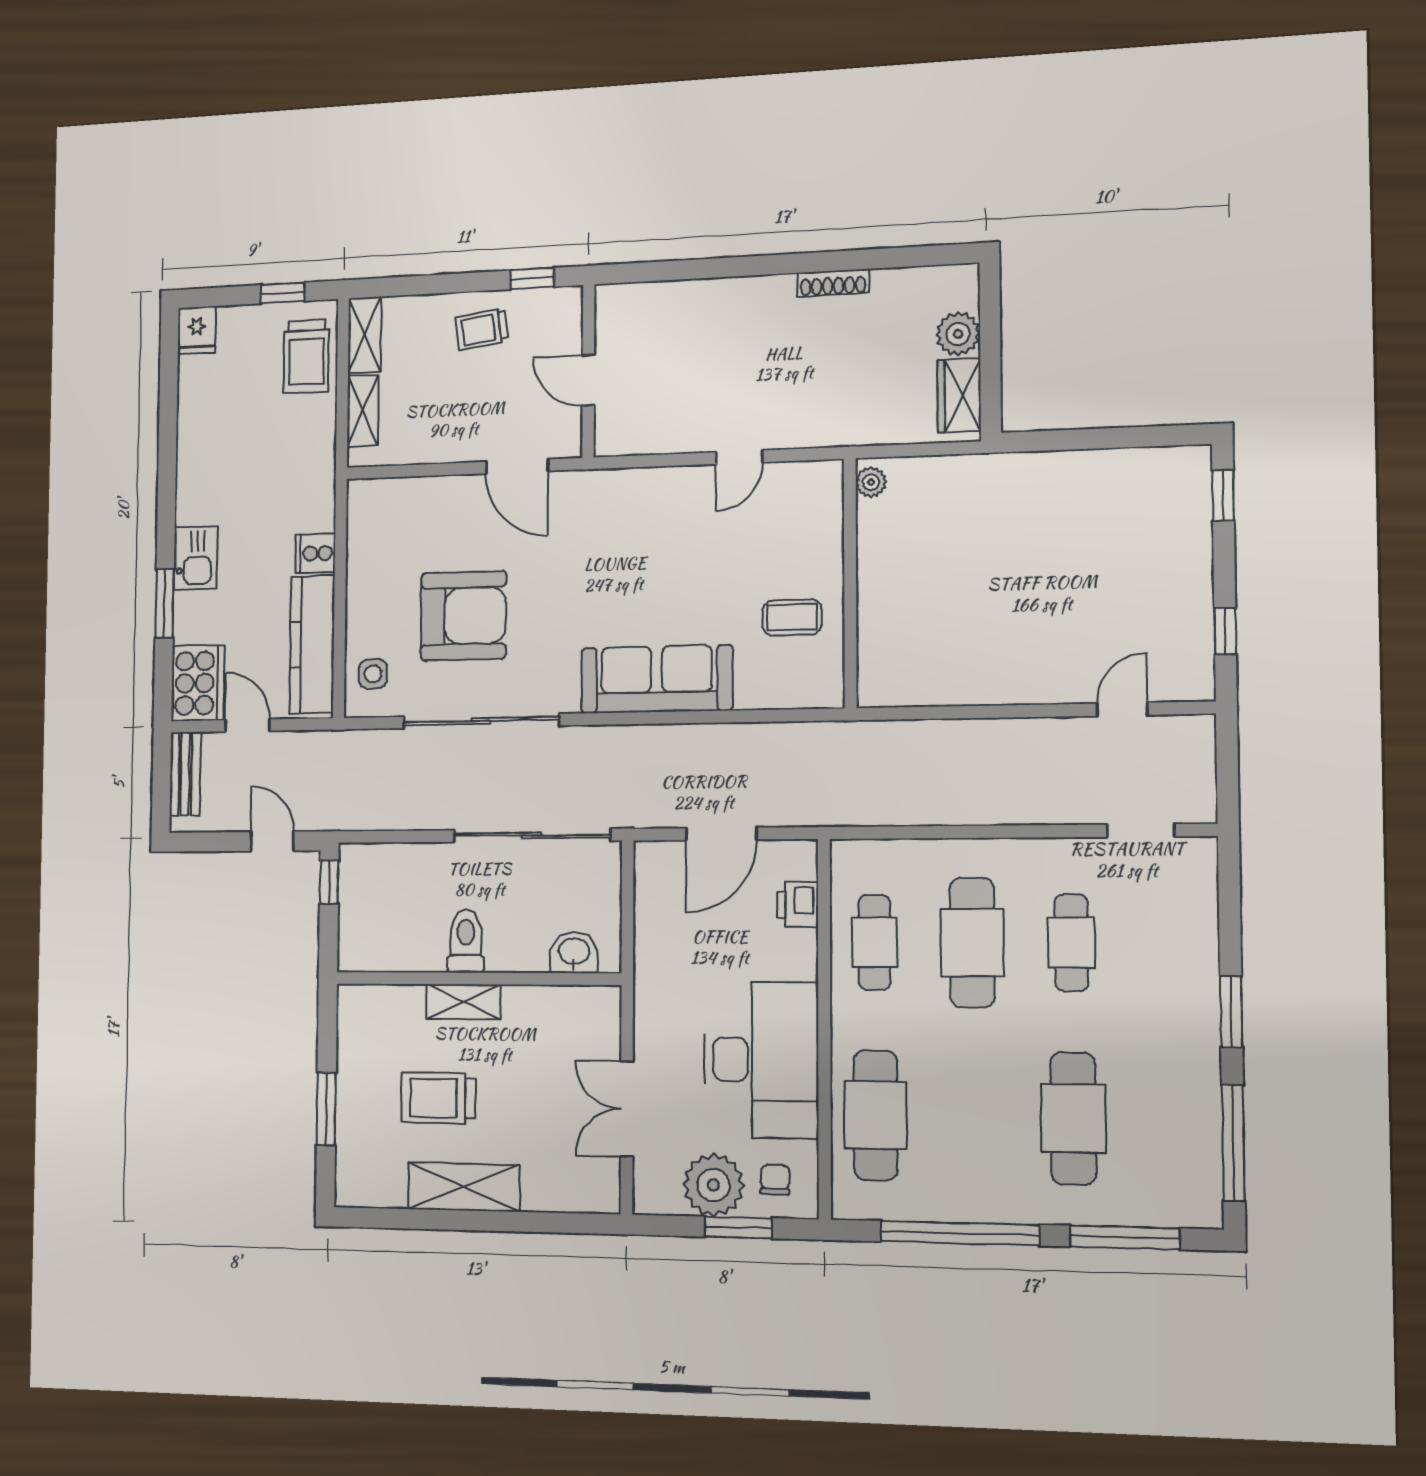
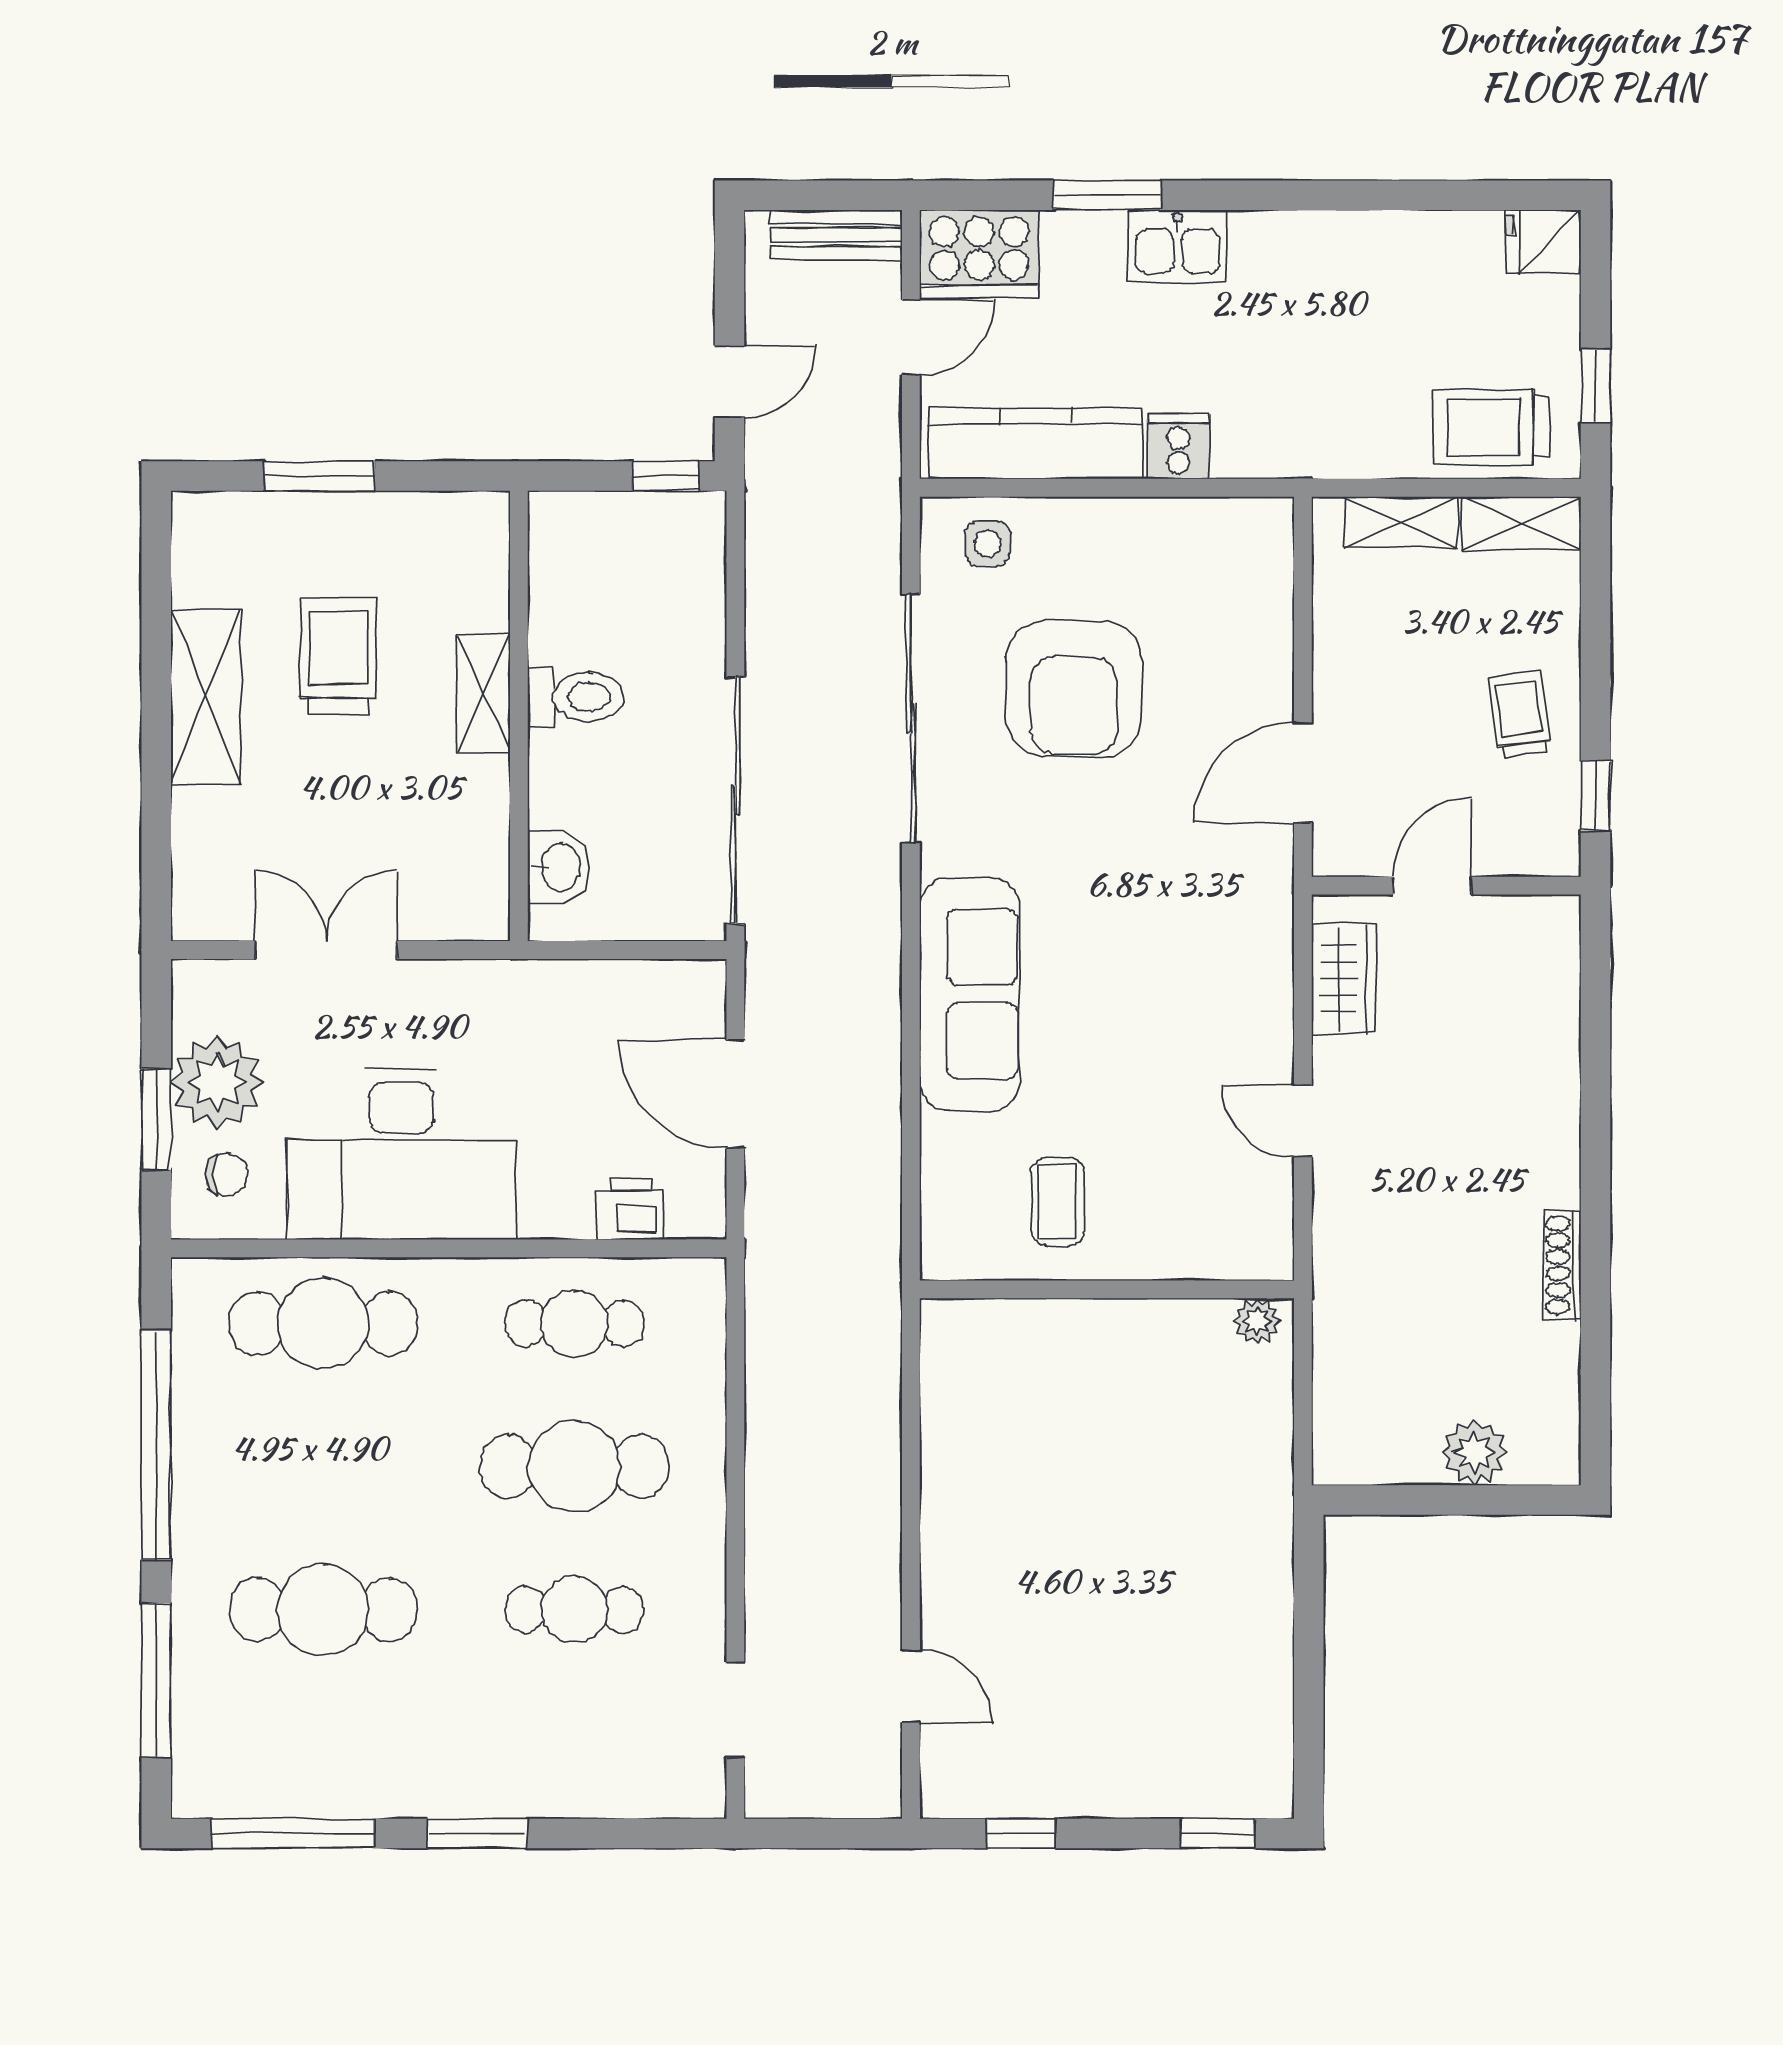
wardrobe: (959, 395) -> (1344, 979), moved, turned 90

